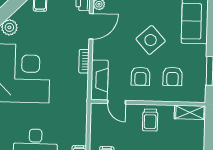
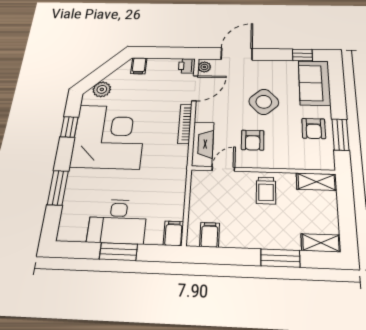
bookcase: (84, 61) -> (185, 124), width x1.56
armchair: (173, 76) -> (314, 128), moved
door: (117, 102) -> (223, 169), swing flipped

